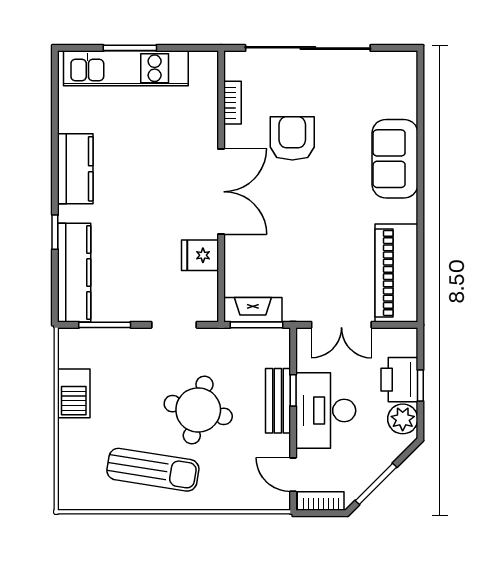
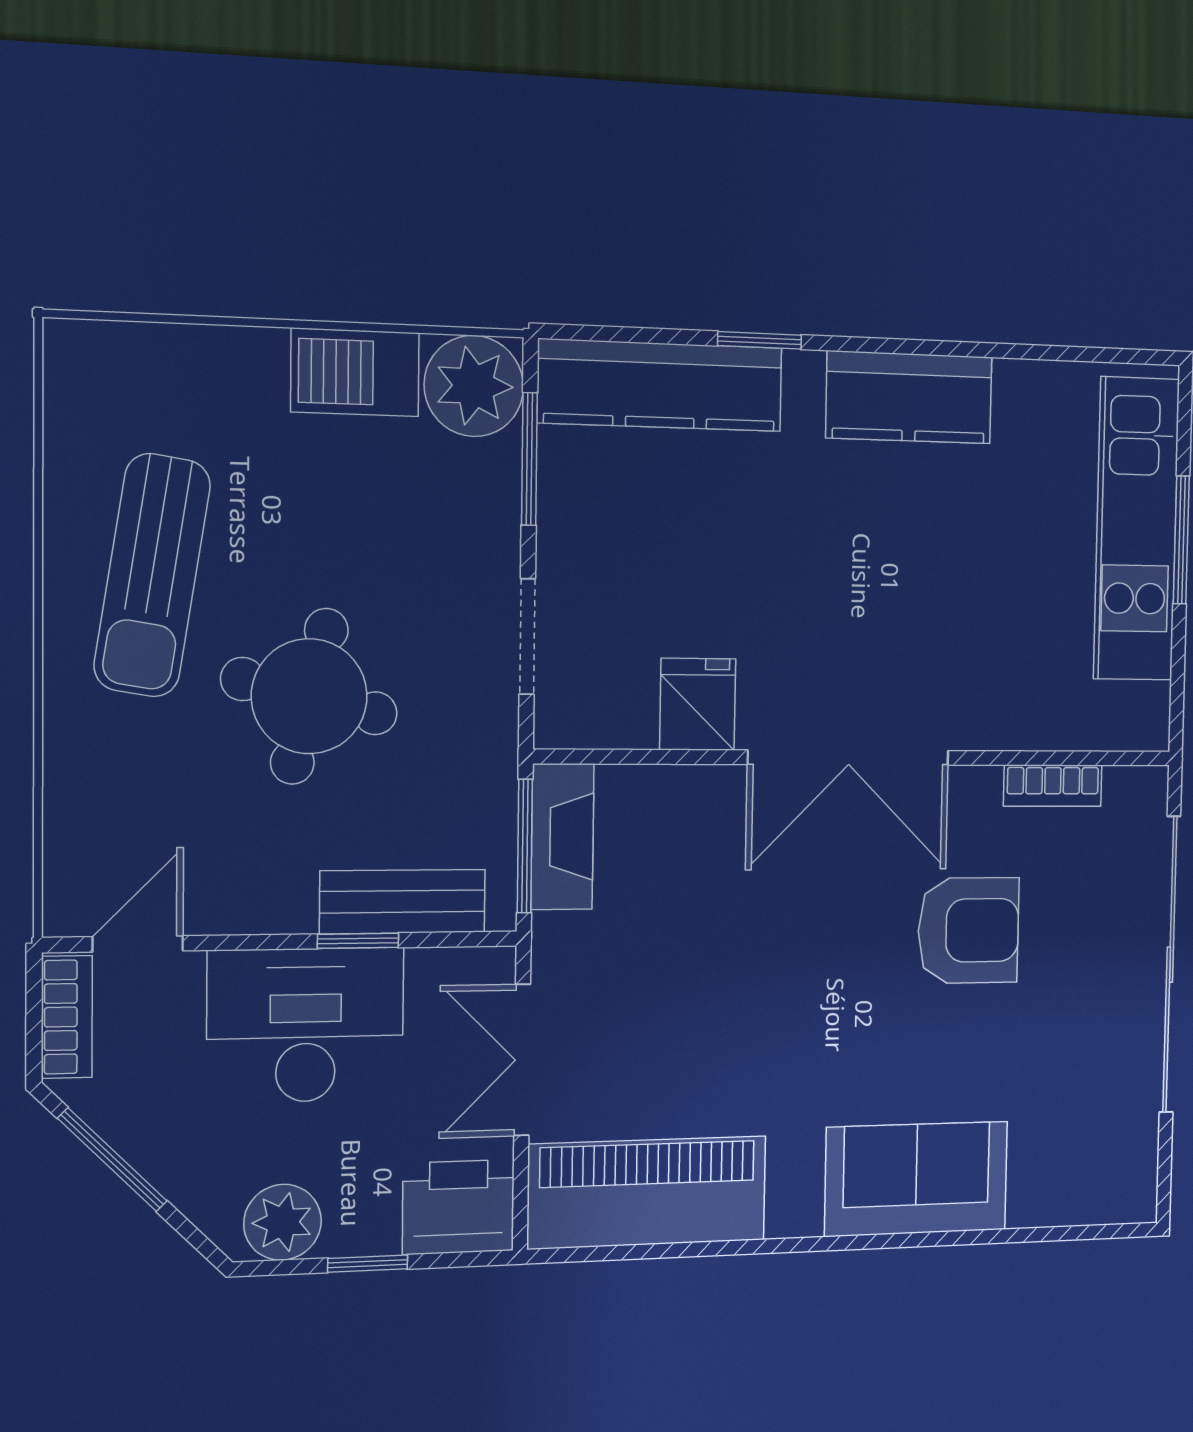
plant: (77, 347) -> (474, 386), added
printer: (399, 380) -> (458, 1207), moved
bench: (278, 401) -> (403, 902), moved

